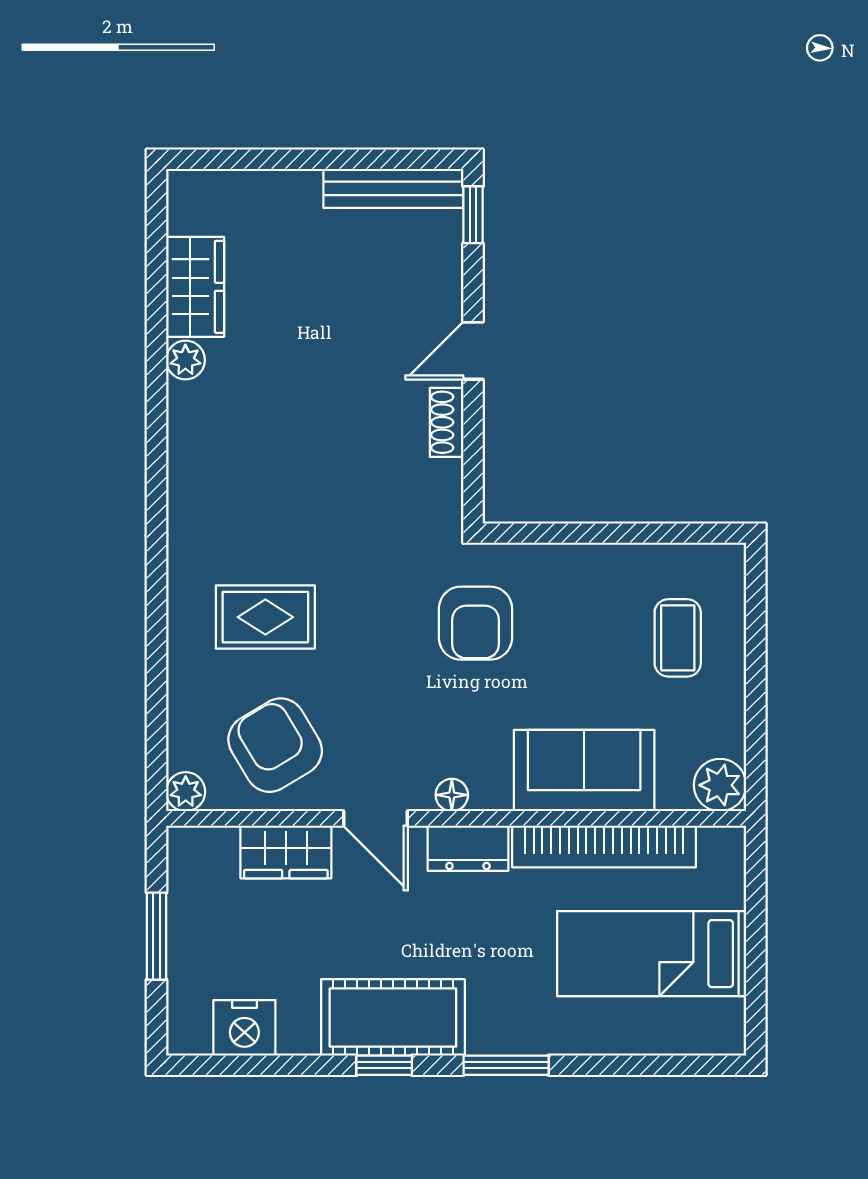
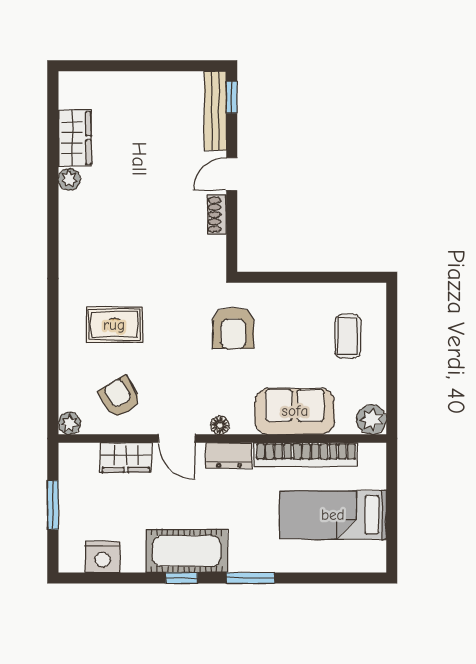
bench: (393, 188) -> (215, 111), moved, turned 90
armchair: (275, 745) -> (120, 397), width x0.72, depth x0.72

